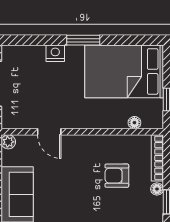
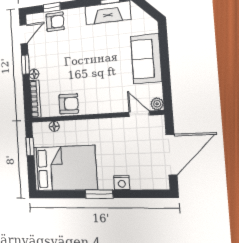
door: (49, 132) -> (139, 114), moved
armchair: (117, 176) -> (69, 104), moved

